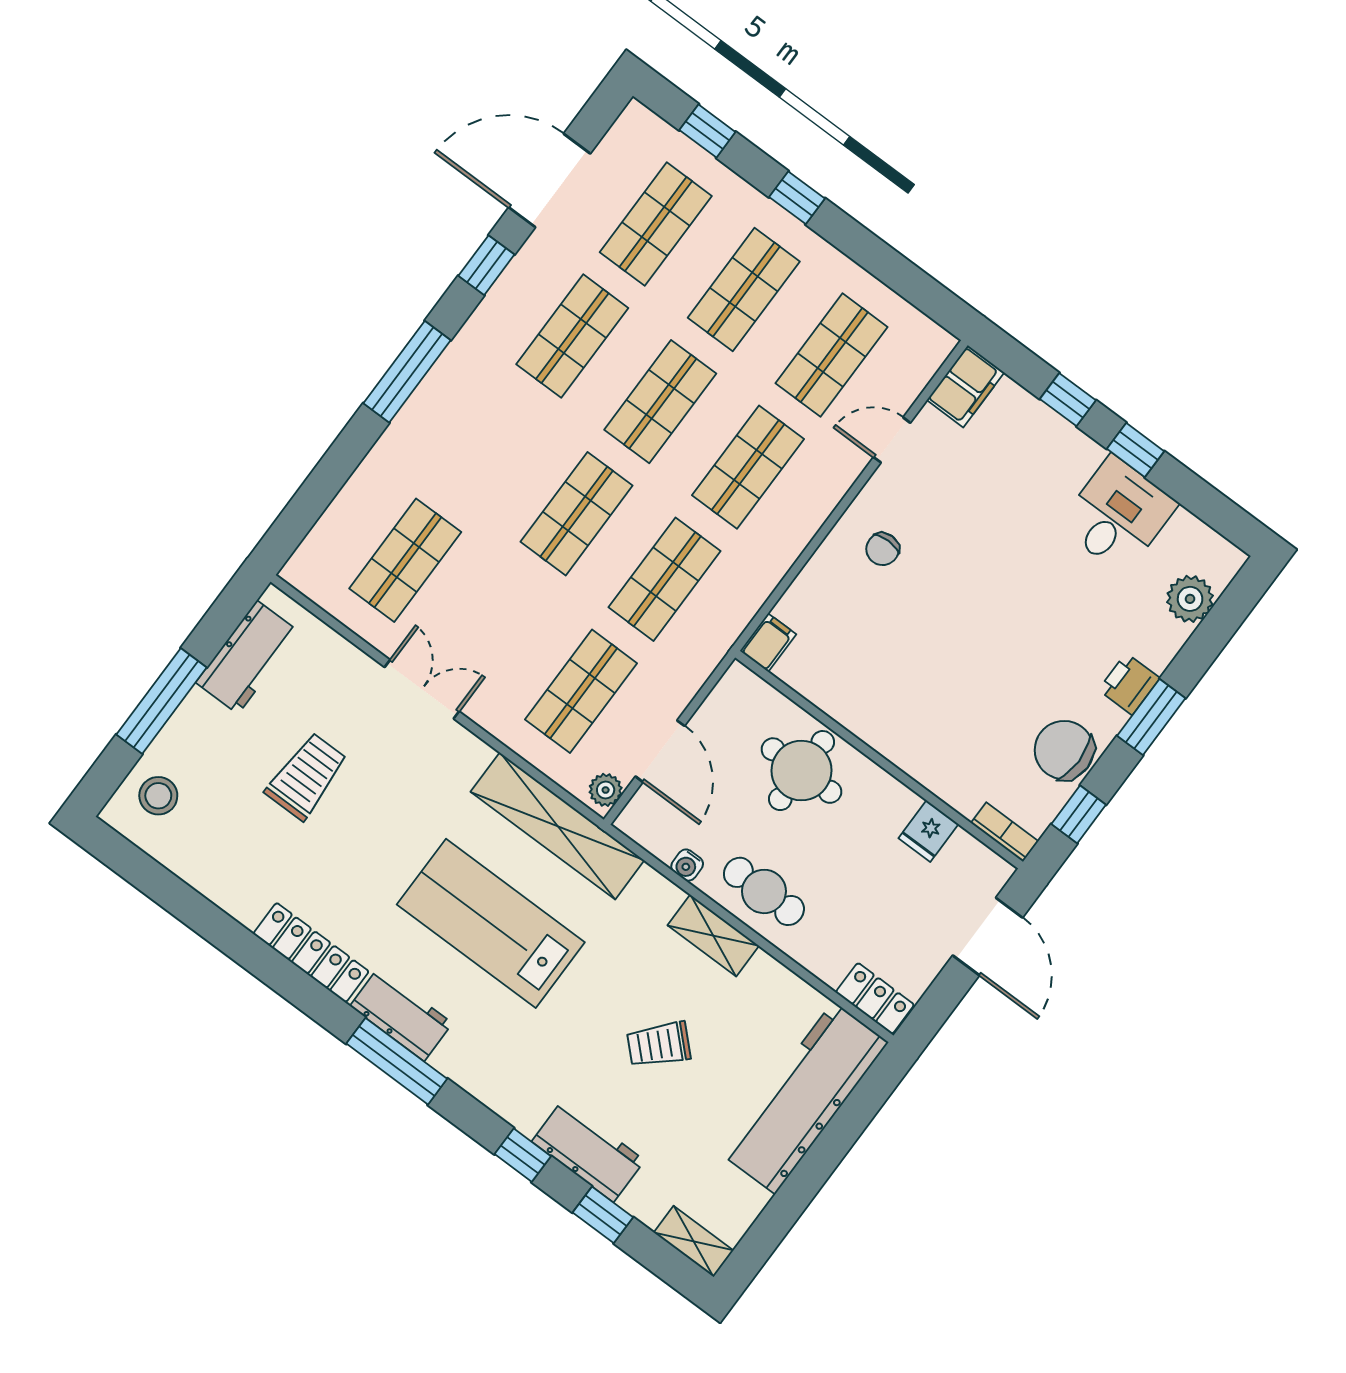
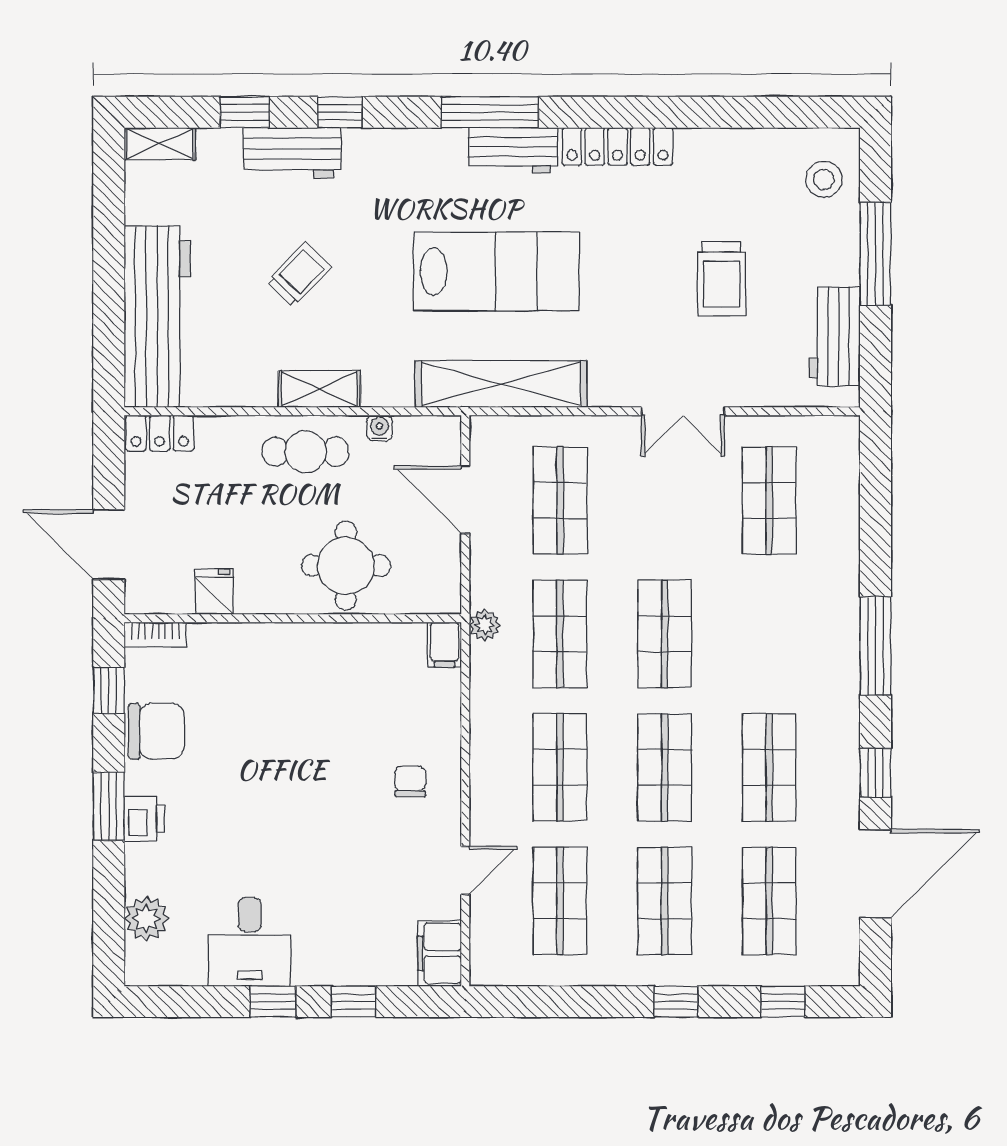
plant: (606, 790) -> (485, 625), moved

